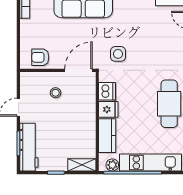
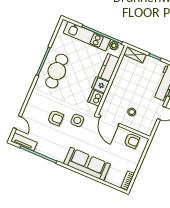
armchair: (146, 45) -> (56, 118), added
door: (78, 70) -> (109, 121), hinge flipped

